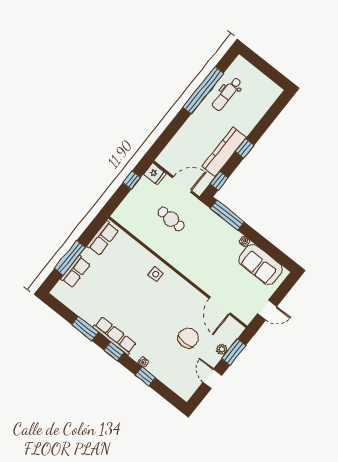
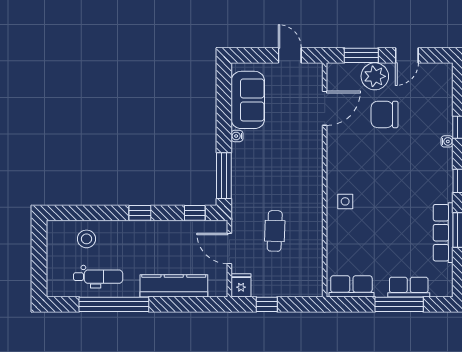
stool: (254, 105) -> (86, 239), added
kitchen counter: (224, 152) -> (174, 286), moved, turned 180
row of seats: (115, 336) -> (443, 233), moved
plant: (222, 349) -> (375, 76), width x1.88, depth x1.88

